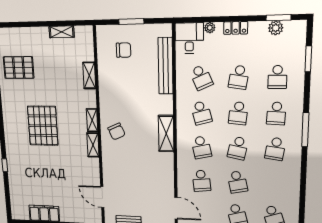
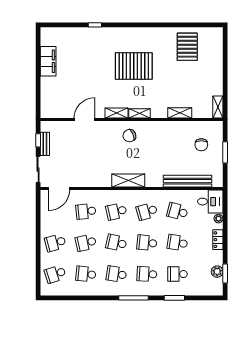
shelving: (62, 32) -> (218, 107), moved
window: (308, 59) -> (174, 298), moved
school desk: (201, 77) -> (177, 211), turned 39
school desk: (274, 183) -> (86, 274), added
door: (102, 197) -> (84, 120), moved

